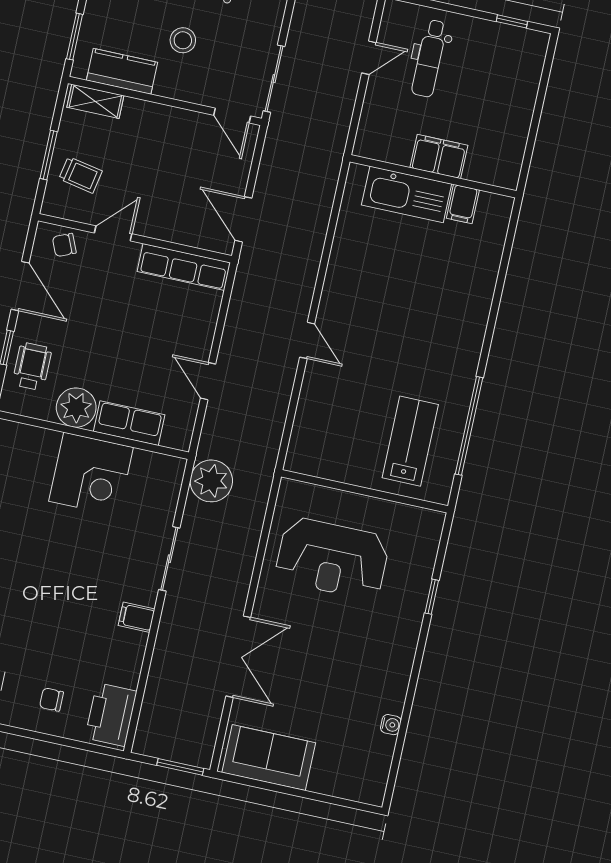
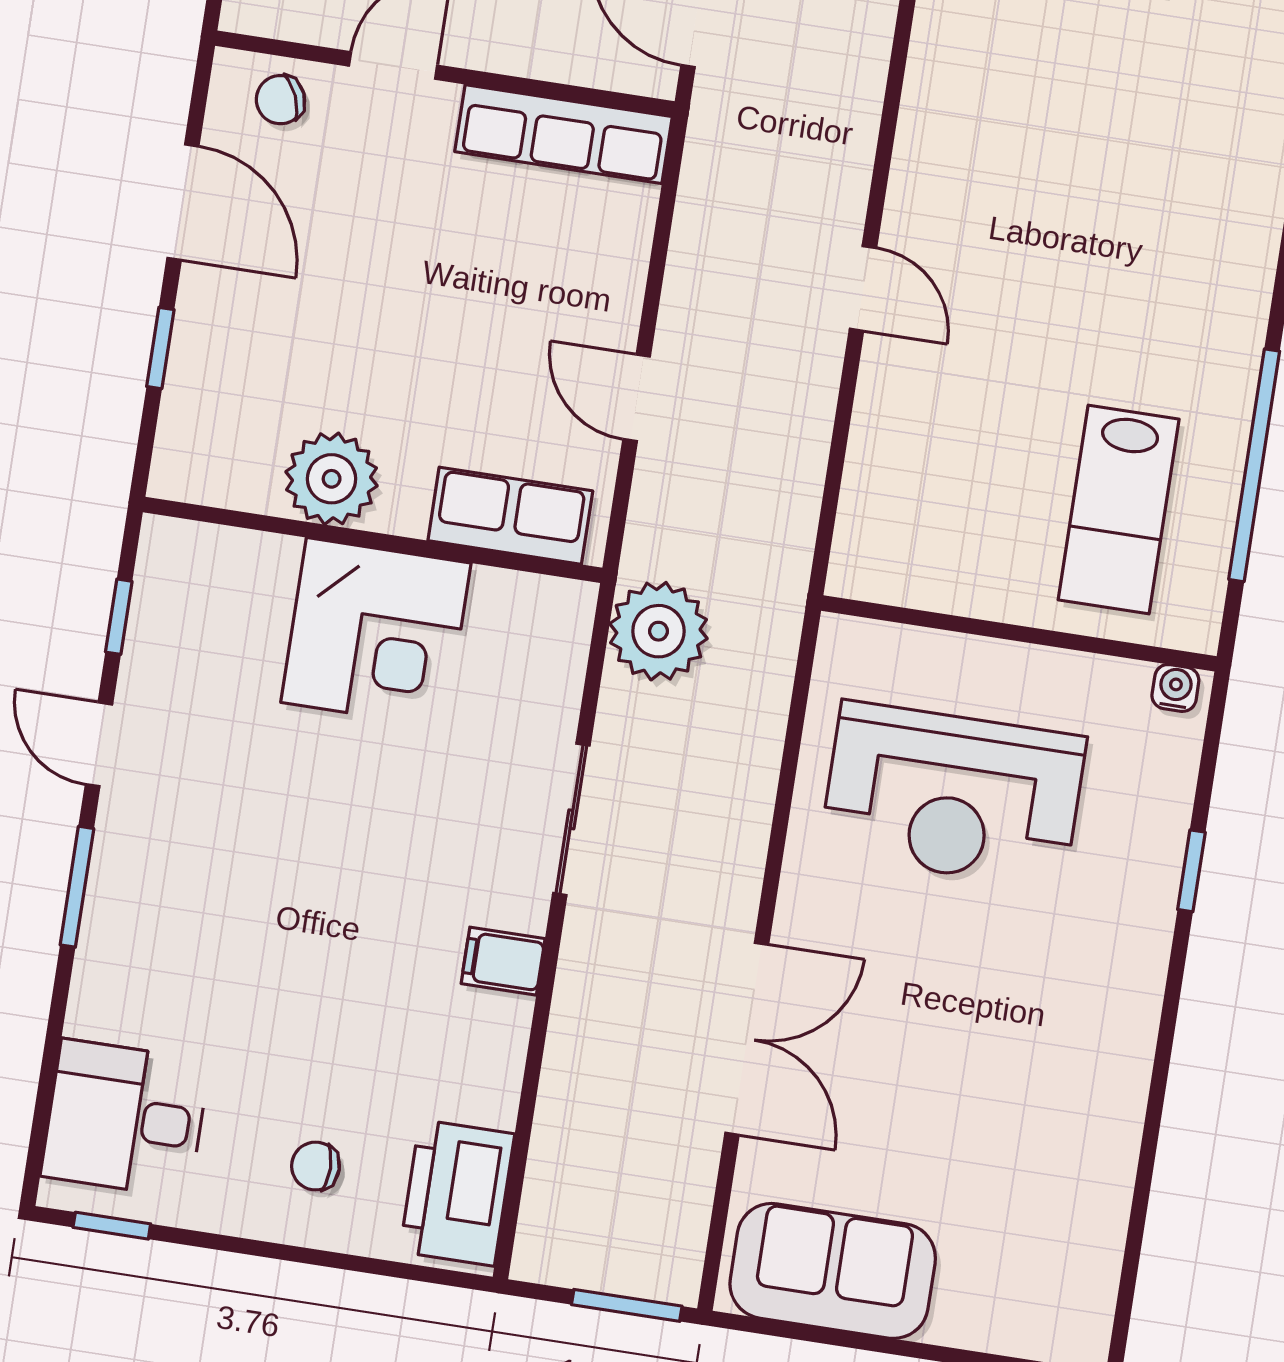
wheelchair: (32, 366) -> (222, 389), removed
row of seats: (129, 423) -> (510, 516), moved
lab bench: (410, 441) -> (1119, 509), turned 180
water cooler: (391, 725) -> (1175, 688), moved, turned -90

